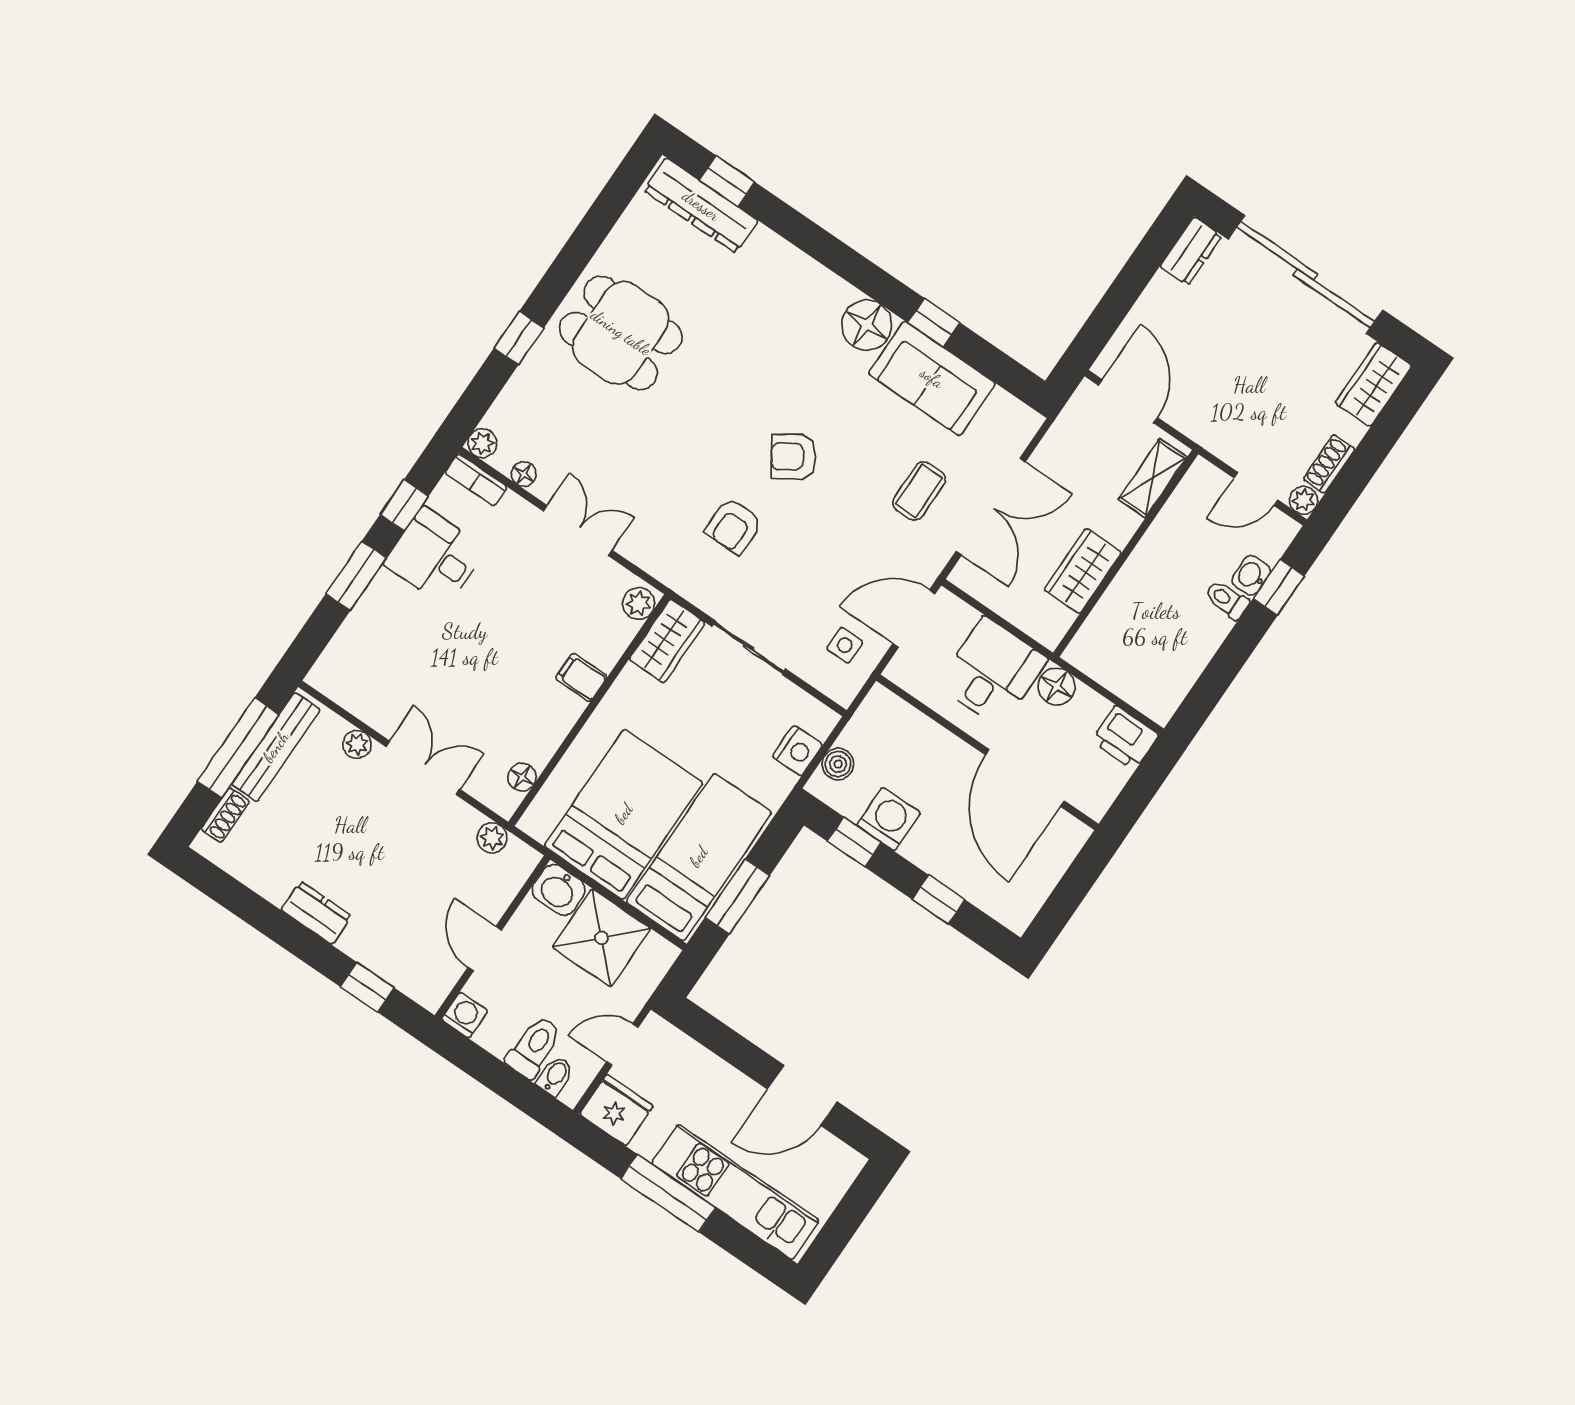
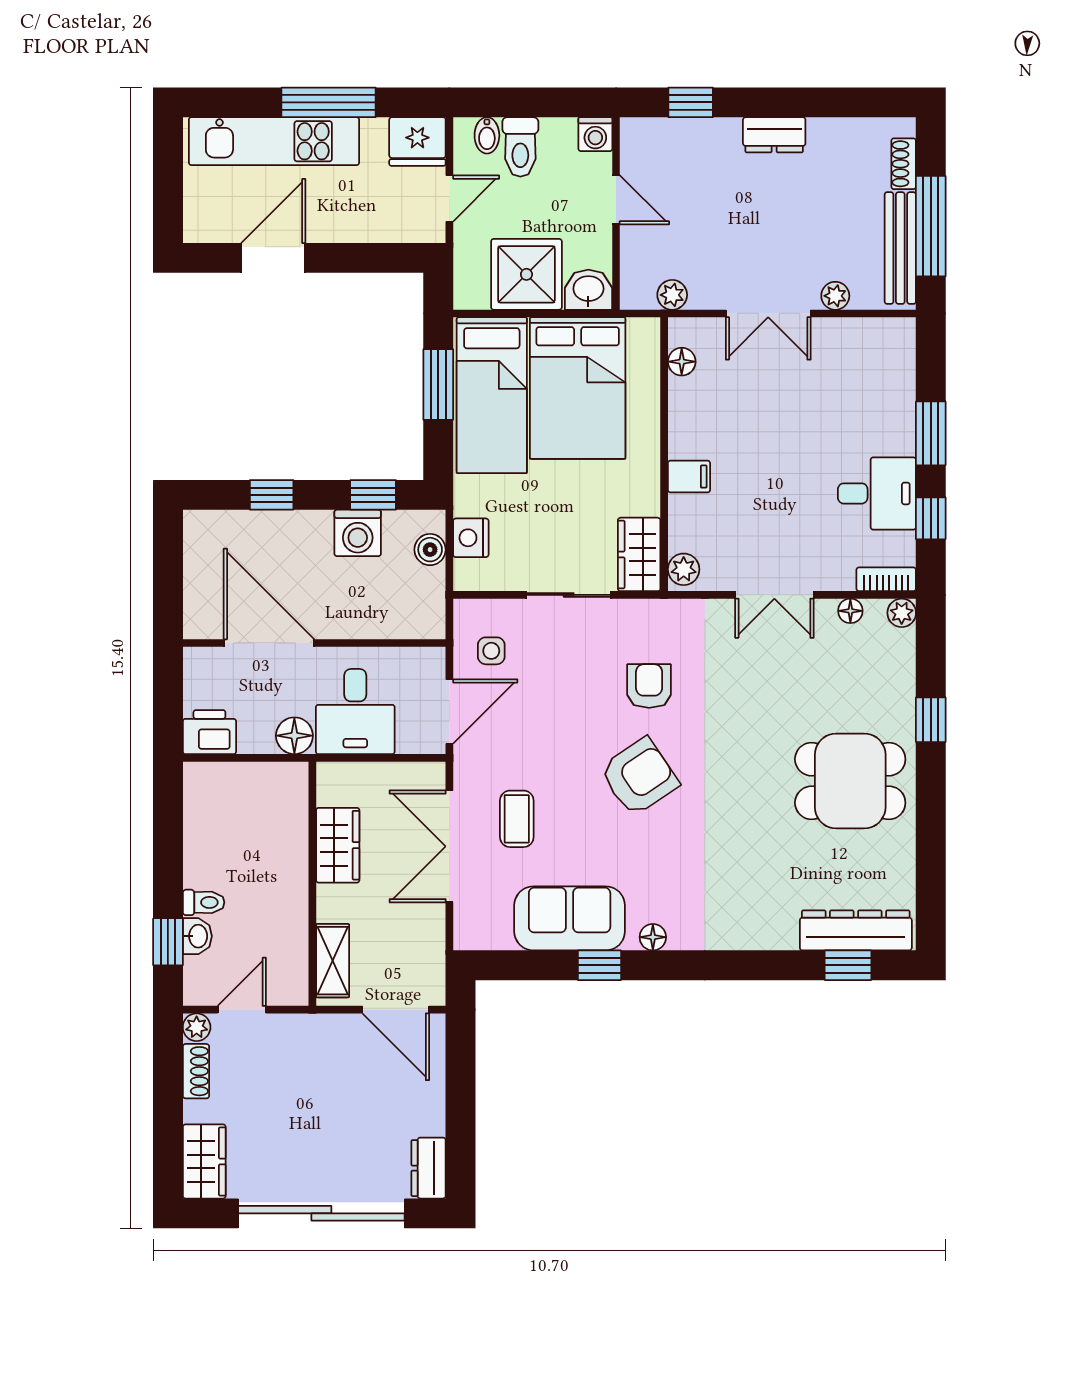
floor lamp: (867, 325) -> (653, 937), width x0.53, depth x0.53
armchair: (794, 456) -> (639, 777), width x1.38, depth x1.38

